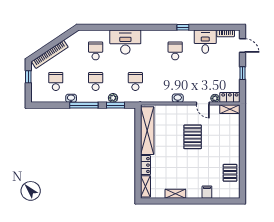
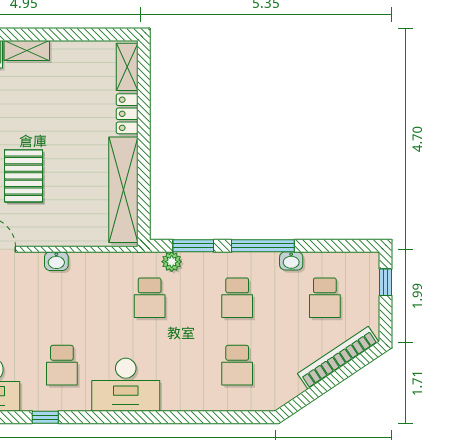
desk: (125, 42) -> (126, 385), moved
window: (28, 77) -> (386, 282), moved
plant: (113, 98) -> (172, 262), moved
shelving: (175, 194) -> (27, 50), moved

